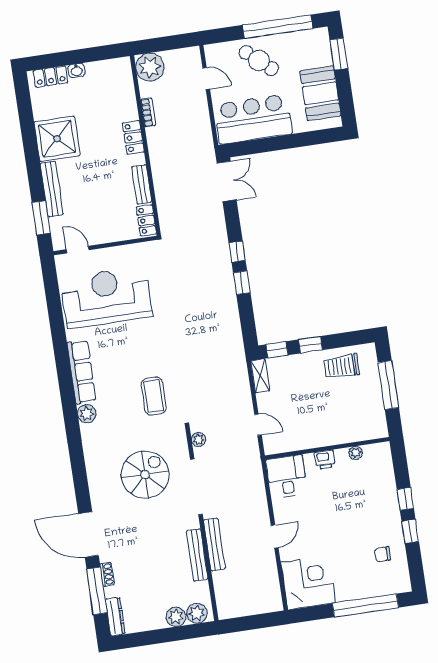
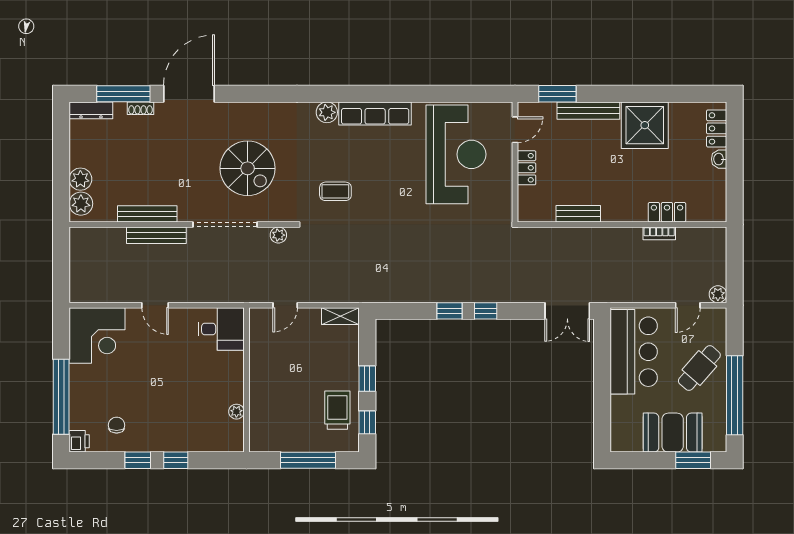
plant: (150, 67) -> (718, 294), moved, width x0.53, depth x0.53
booth: (320, 93) -> (673, 433), moved
locker: (133, 137) -> (667, 212), moved
locker: (146, 220) -> (527, 168), moved, turned 90
window: (277, 350) -> (367, 422), moved
coffee table: (154, 396) -> (335, 191), width x0.73, depth x0.77
printer: (325, 460) -> (79, 441), moved, turned 180

